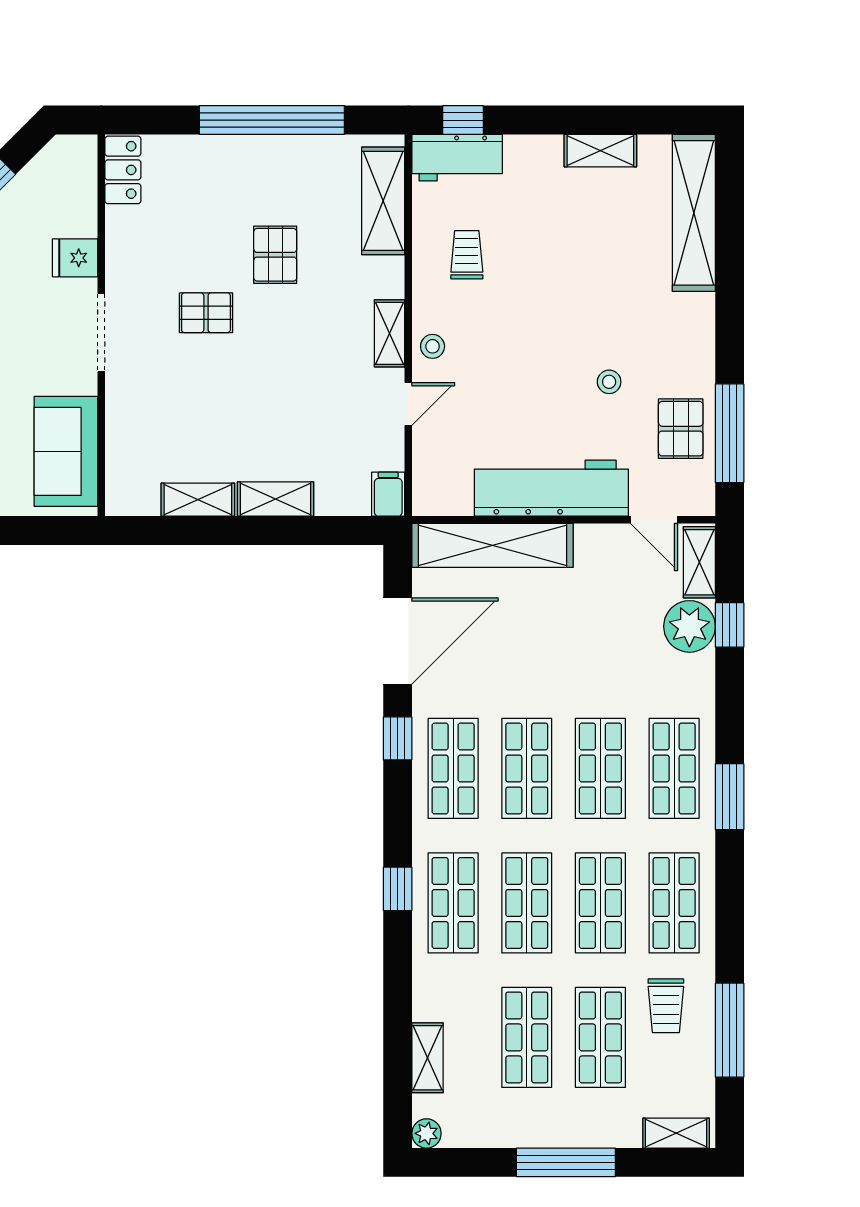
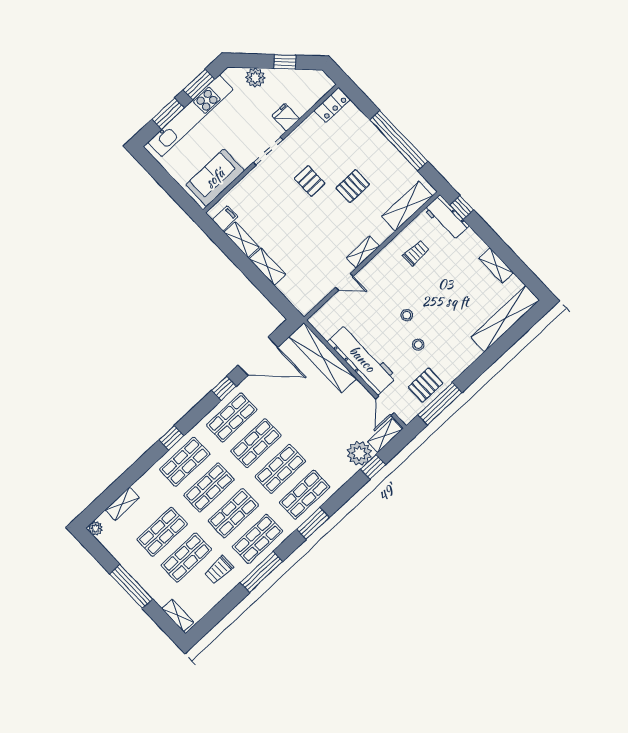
stool: (433, 346) -> (407, 315), moved
filing cabinet: (388, 494) -> (225, 218), moved
window: (730, 1030) -> (261, 572), moved

